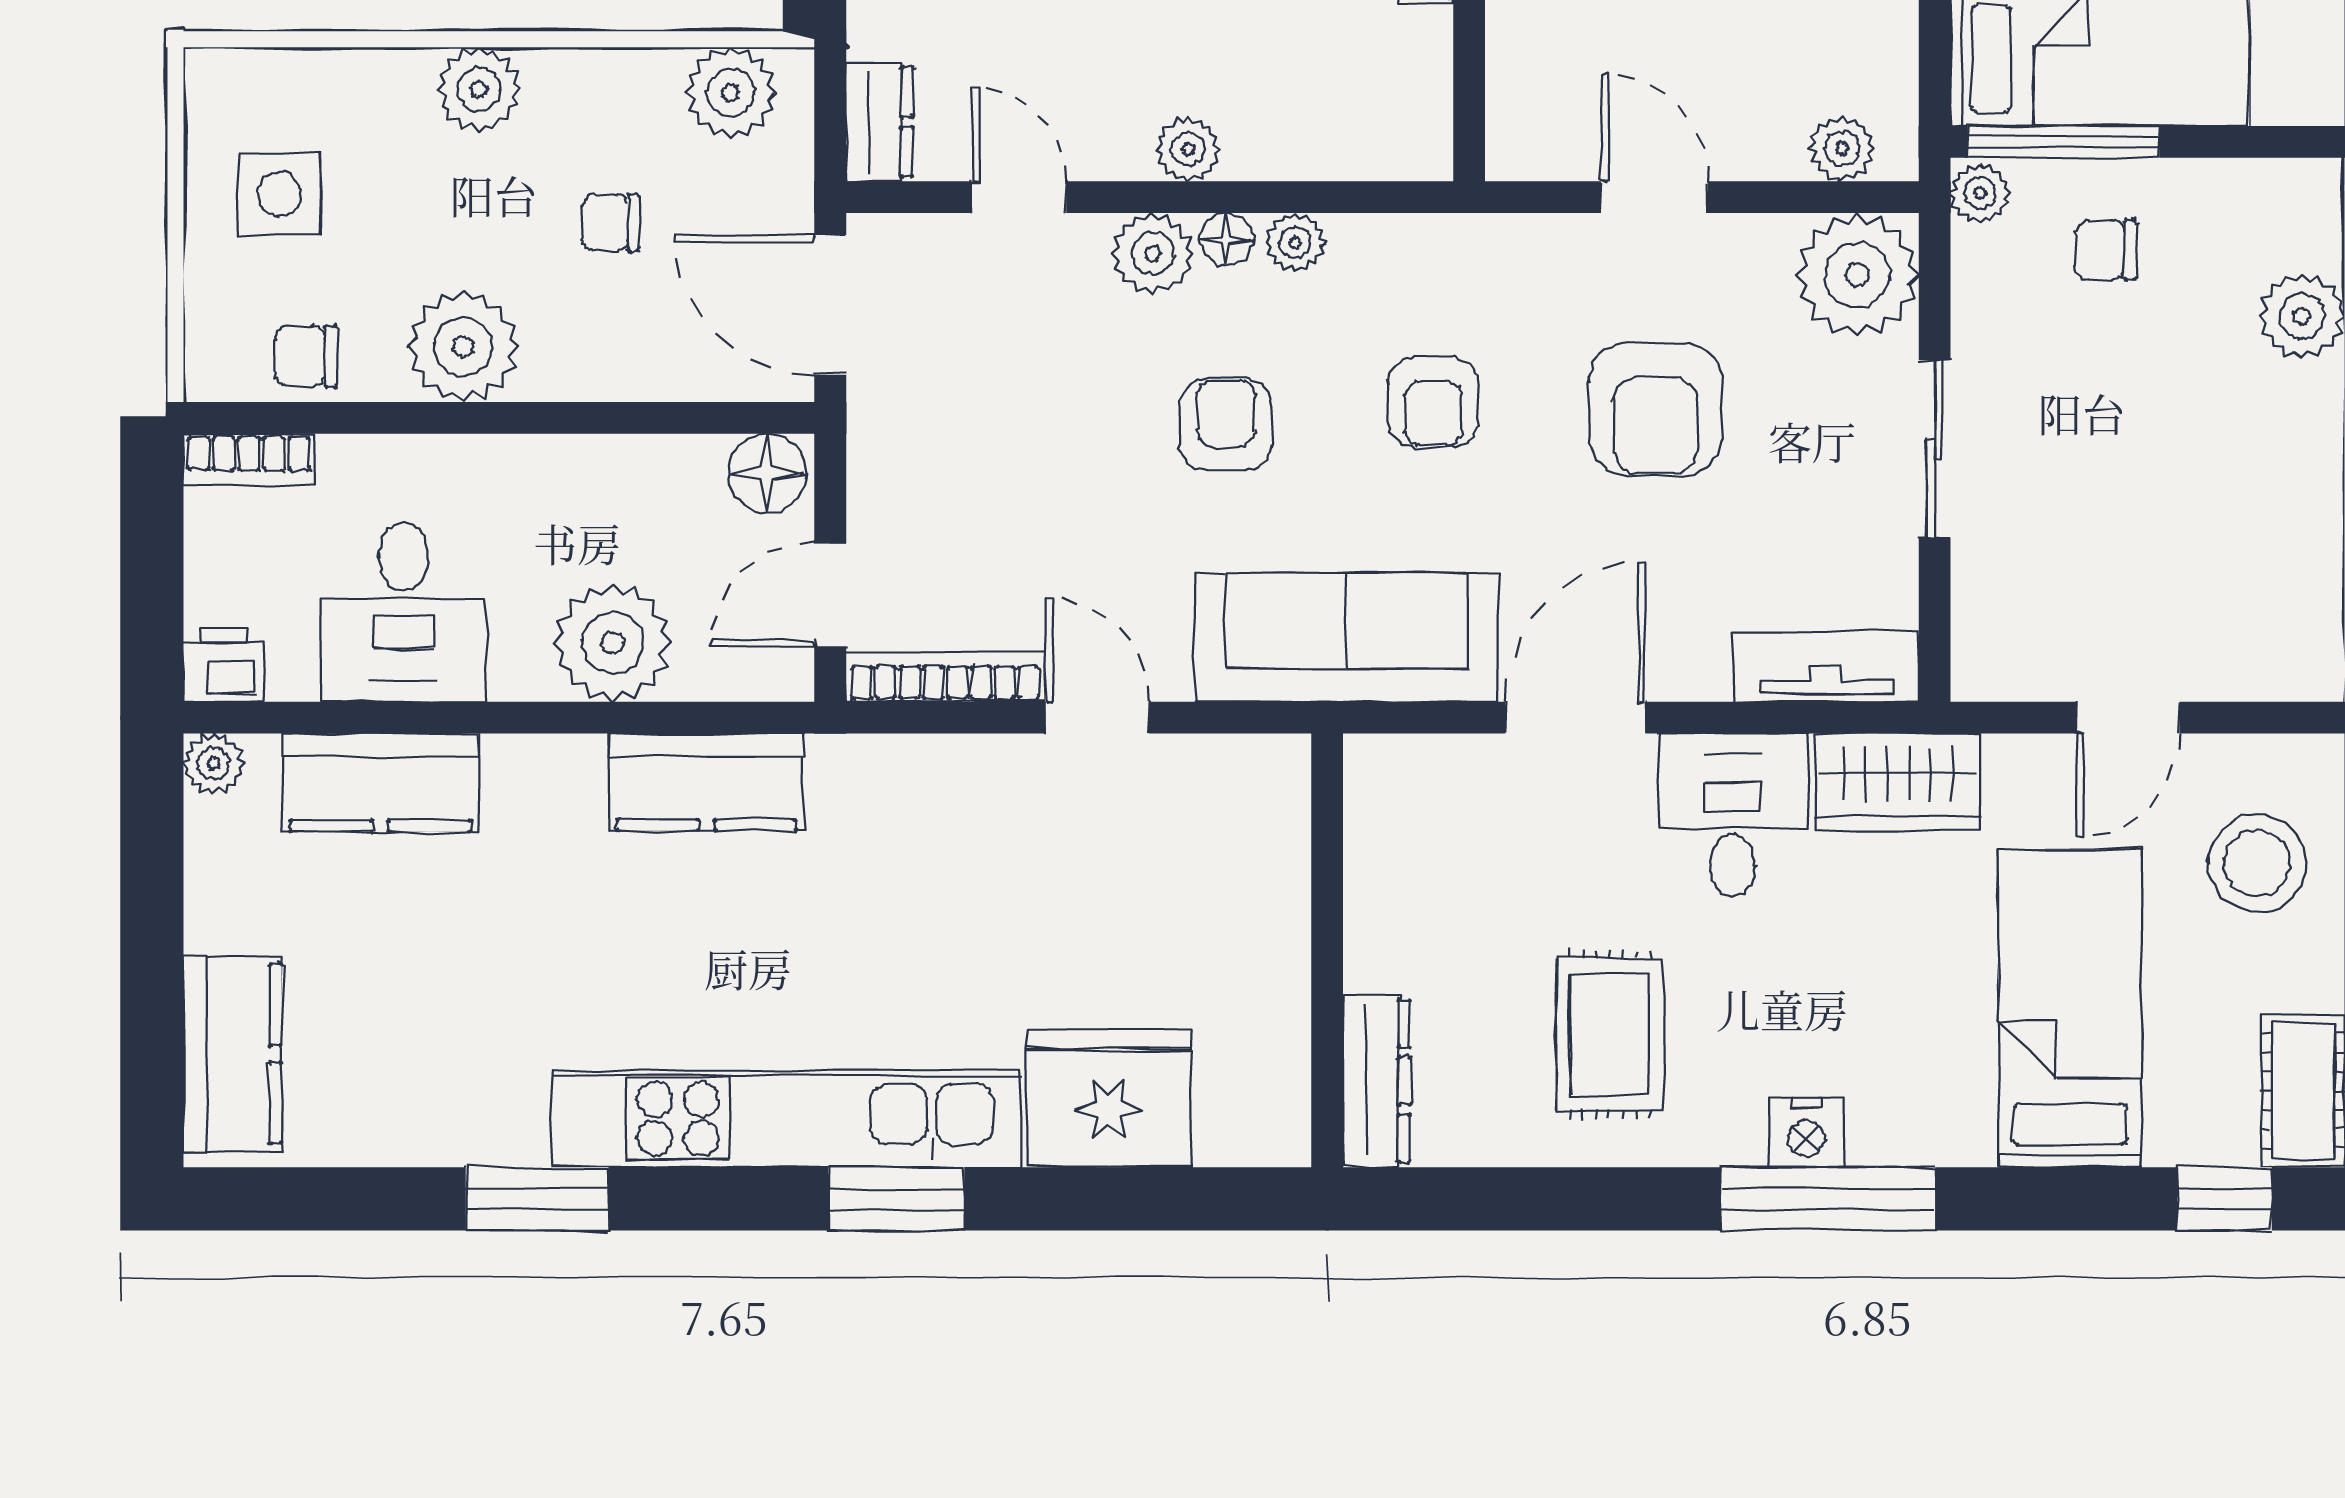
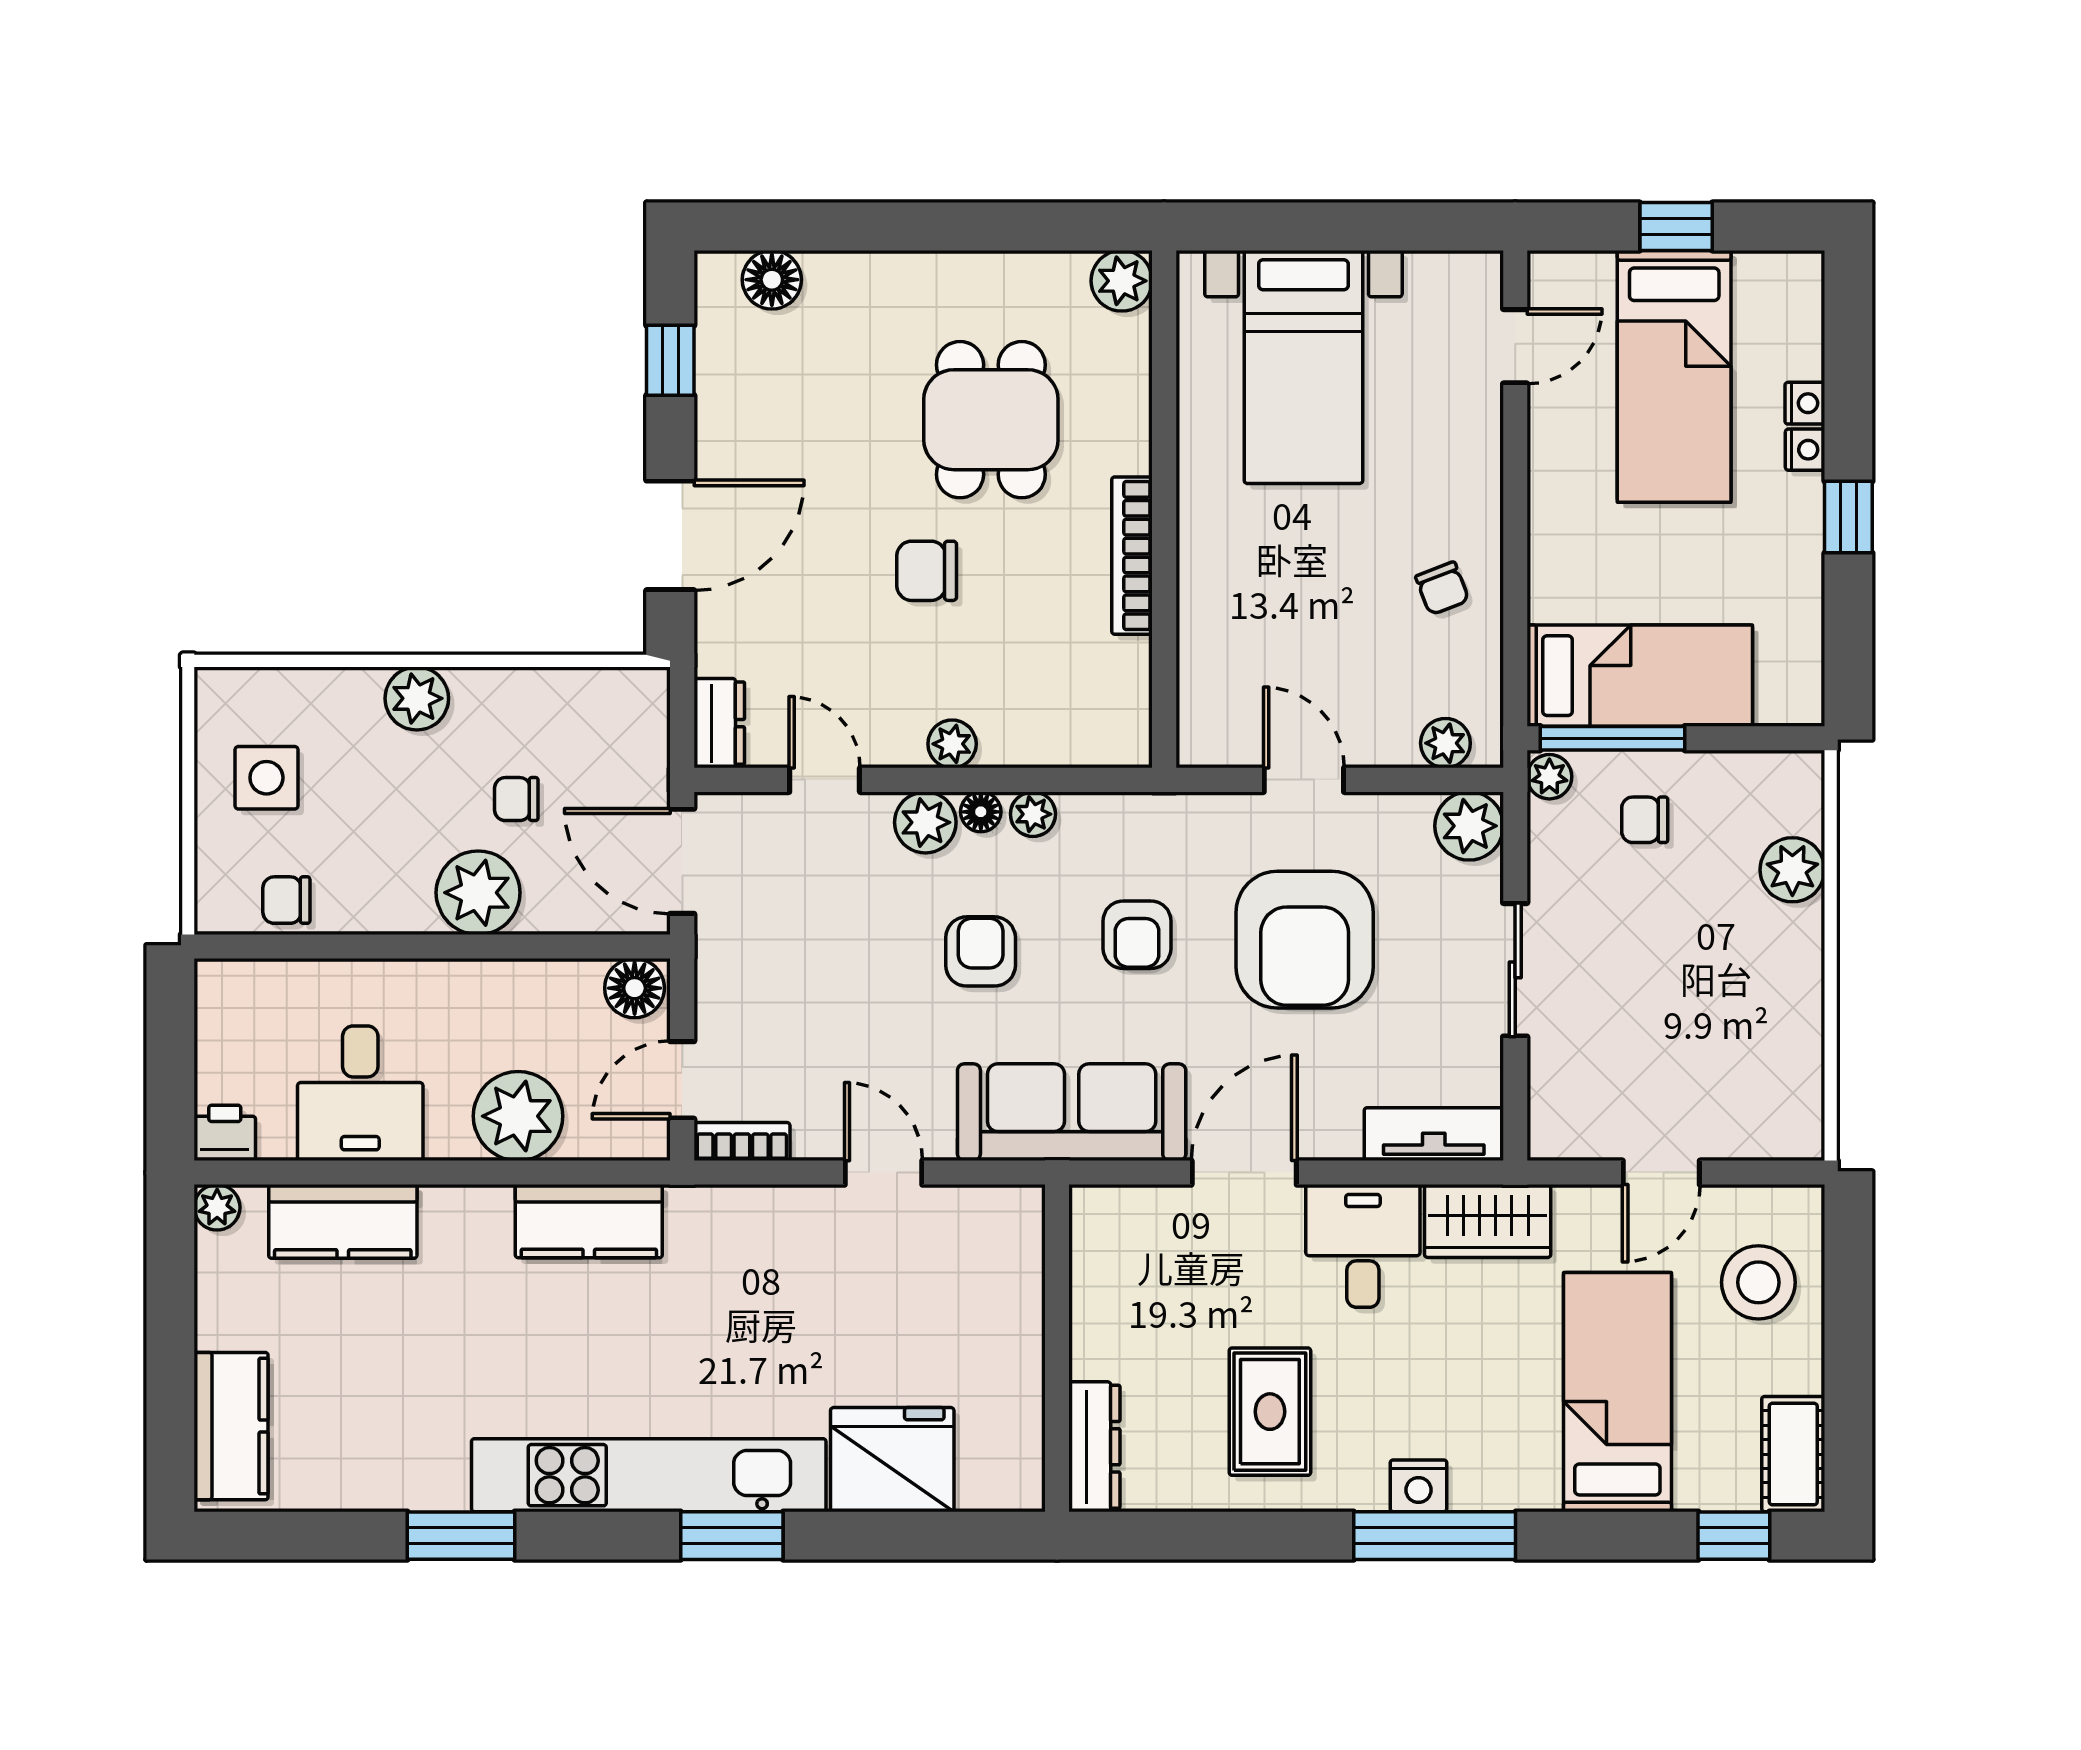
plant: (731, 93) -> (607, 701), removed
plant: (1857, 275) -> (1469, 826), width x0.73, depth x0.73
plant: (463, 347) -> (478, 893), moved
armchair: (1655, 409) -> (1305, 940), width x1.36, depth x1.36
bookcase: (249, 460) -> (244, 978), removed
bookcase: (945, 677) -> (742, 1142), width x0.64

